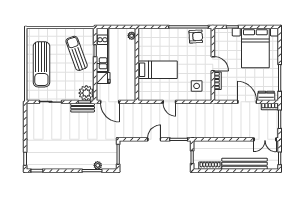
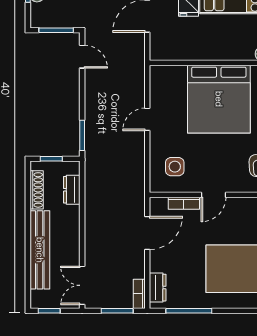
bed: (158, 70) -> (219, 99), width x2.04
door: (247, 102) -> (147, 233), moved
door: (154, 139) -> (82, 57), moved
dresser: (210, 145) -> (72, 190), added

